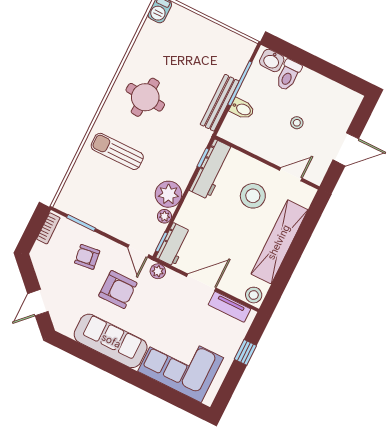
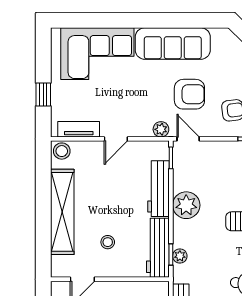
stool: (253, 196) -> (108, 242), width x0.53, depth x0.53
plant: (164, 216) -> (180, 256), moved
workbench: (174, 245) -> (159, 189), moved, width x1.38
door: (201, 282) -> (116, 139), width x0.73
armchair: (118, 290) -> (189, 94), turned 180

